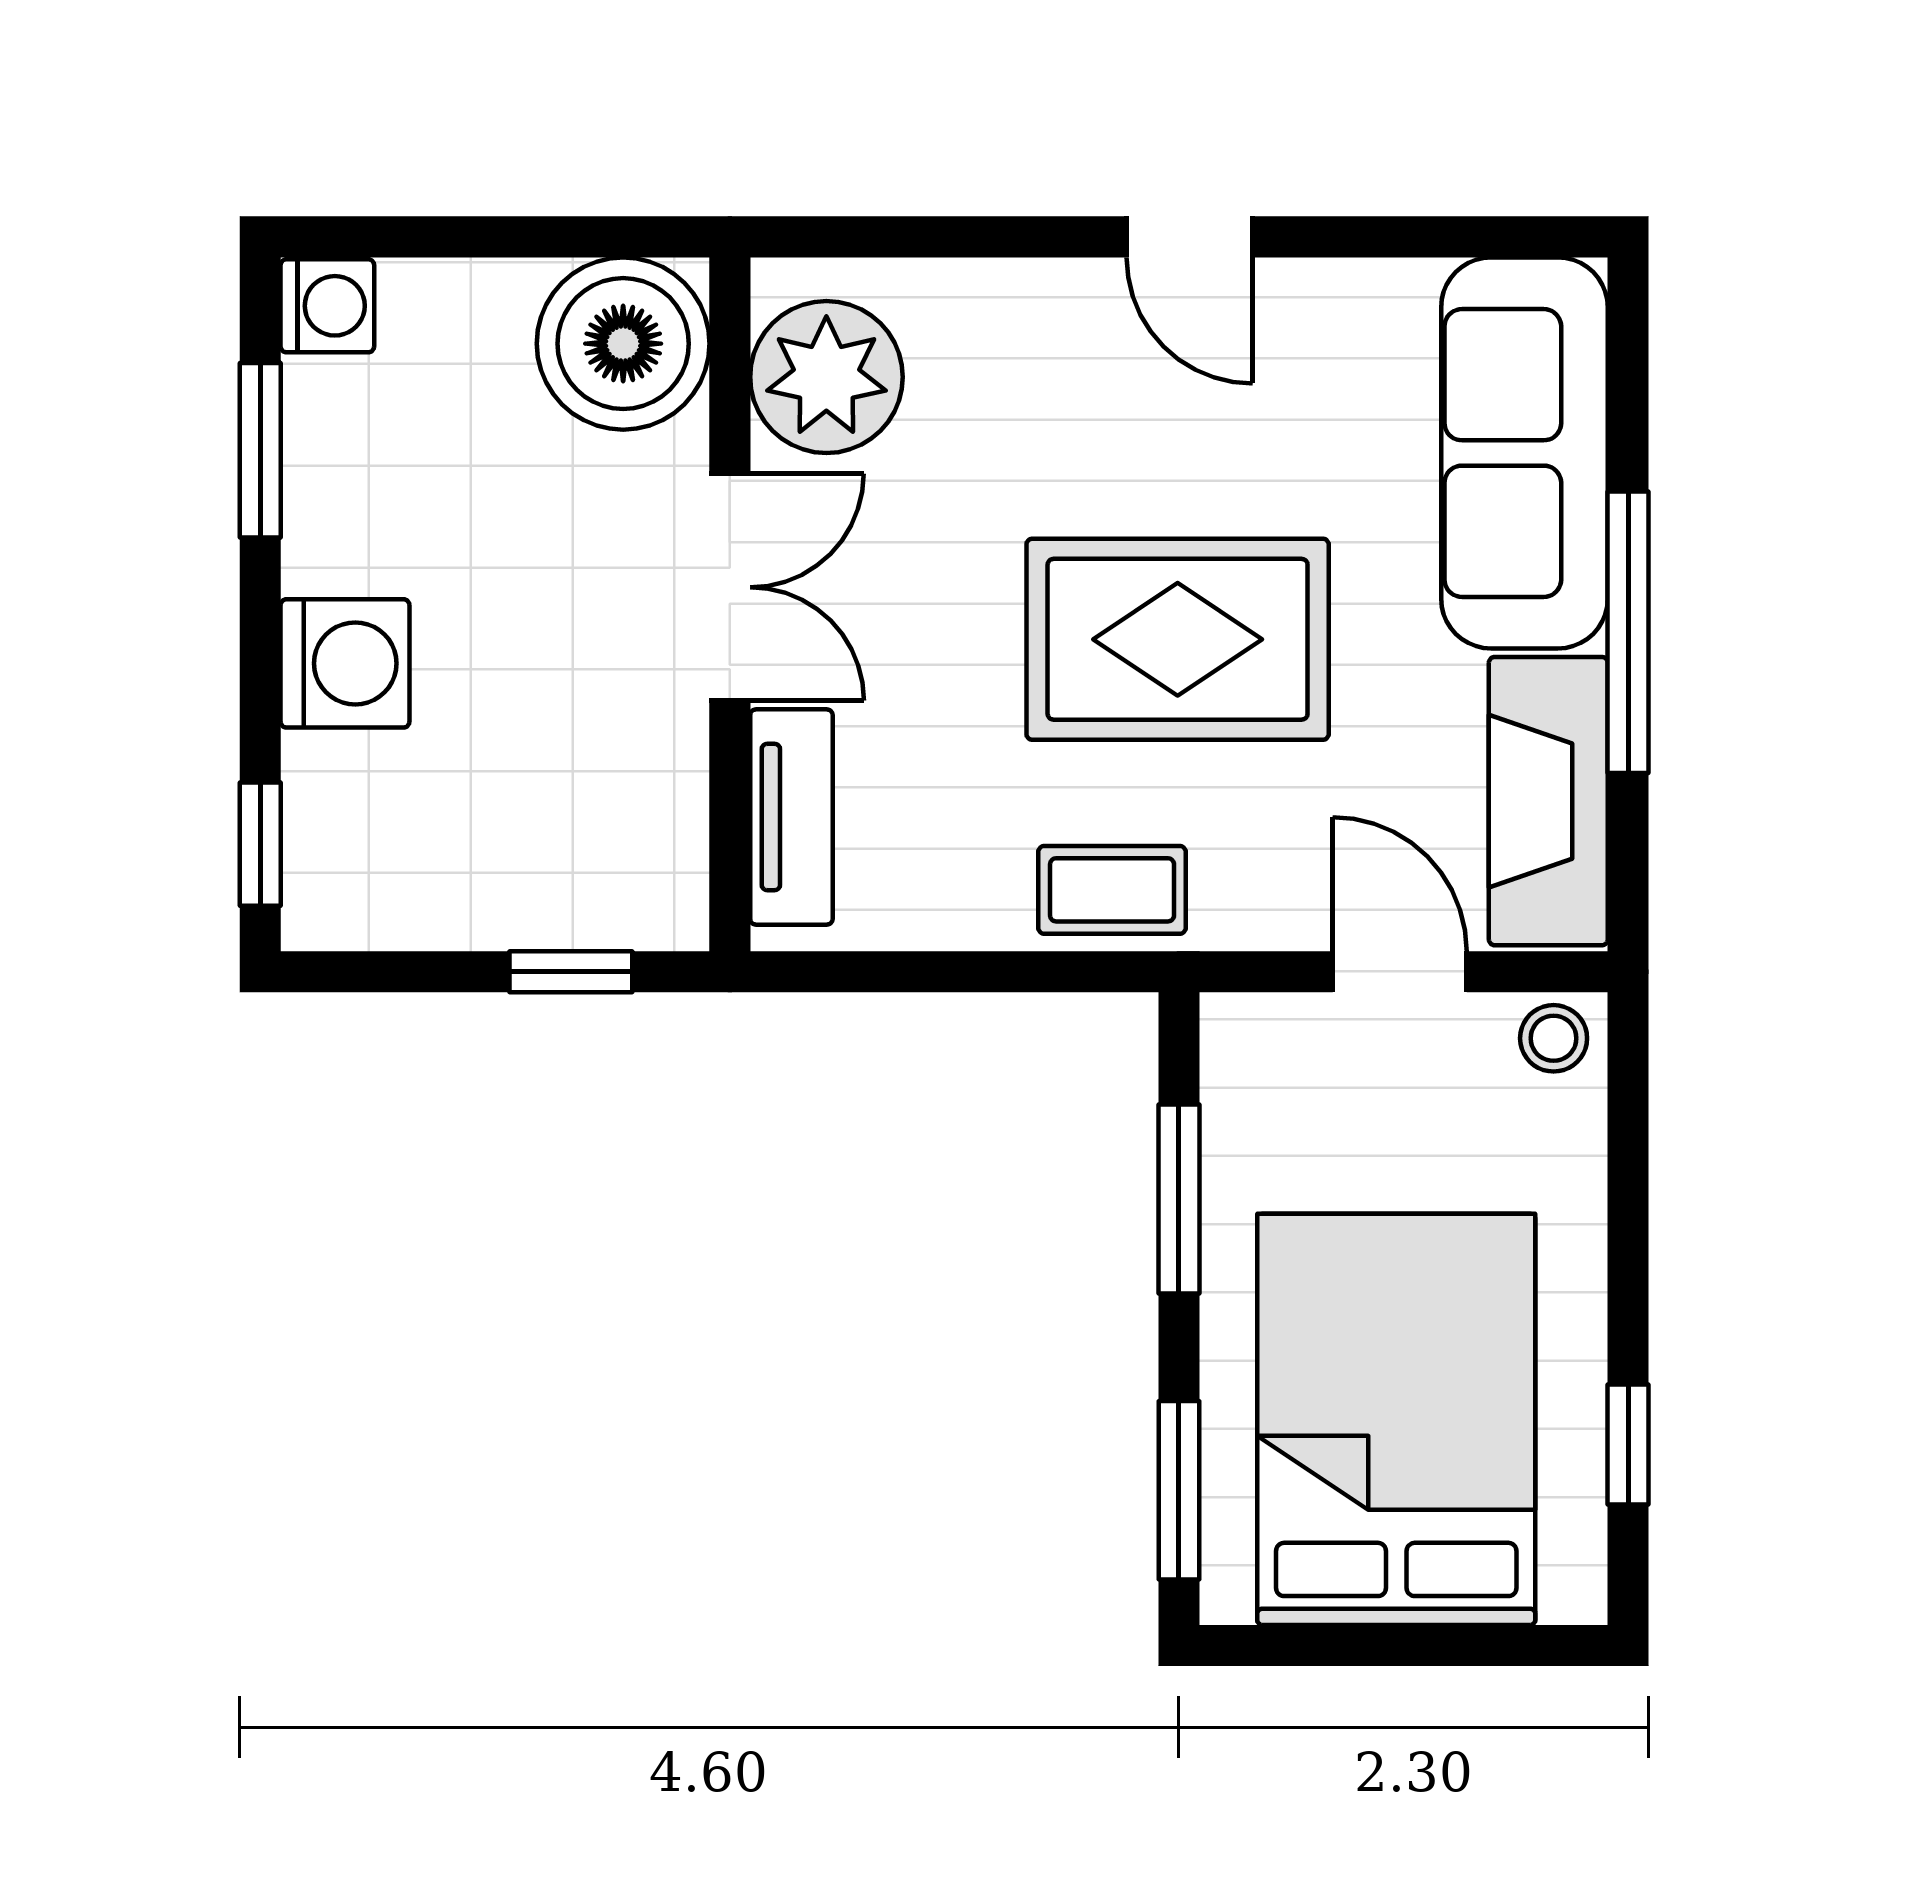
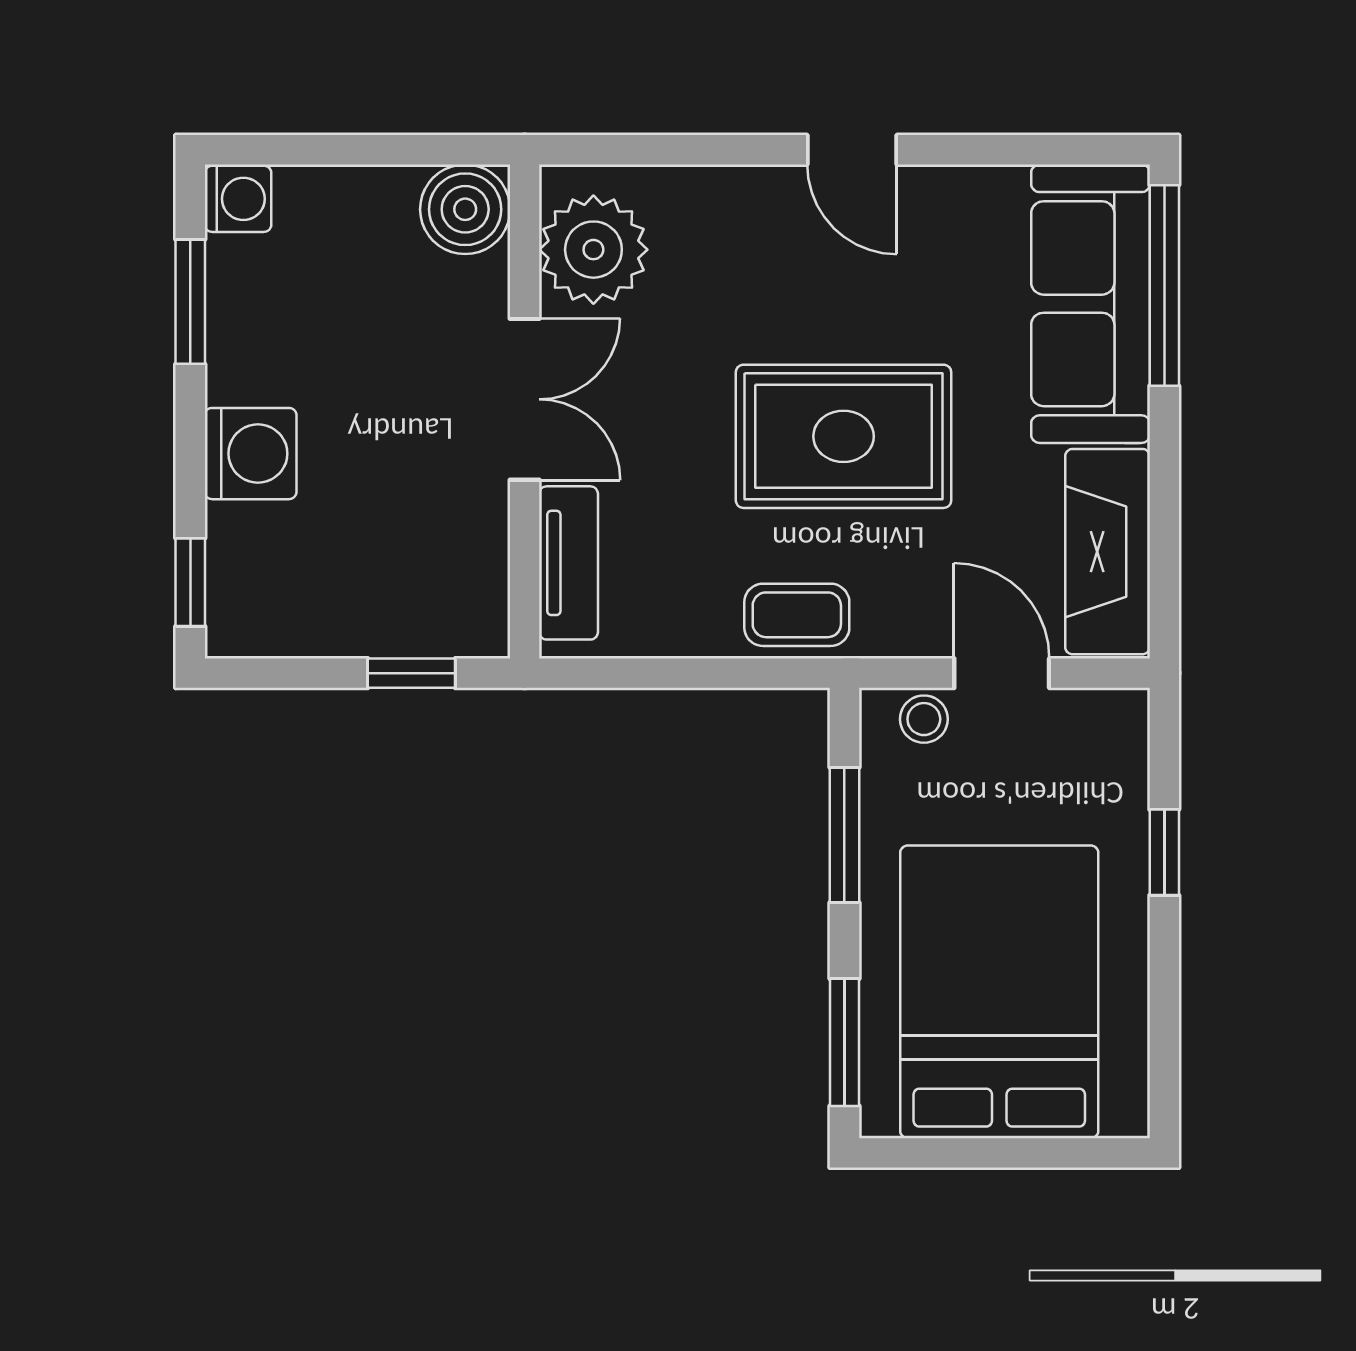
boiler: (623, 344) -> (465, 209), width x0.73, depth x0.73
window: (1628, 632) -> (1164, 285), moved
stool: (1554, 1038) -> (924, 719), moved
window: (1628, 1445) -> (1164, 852), moved

